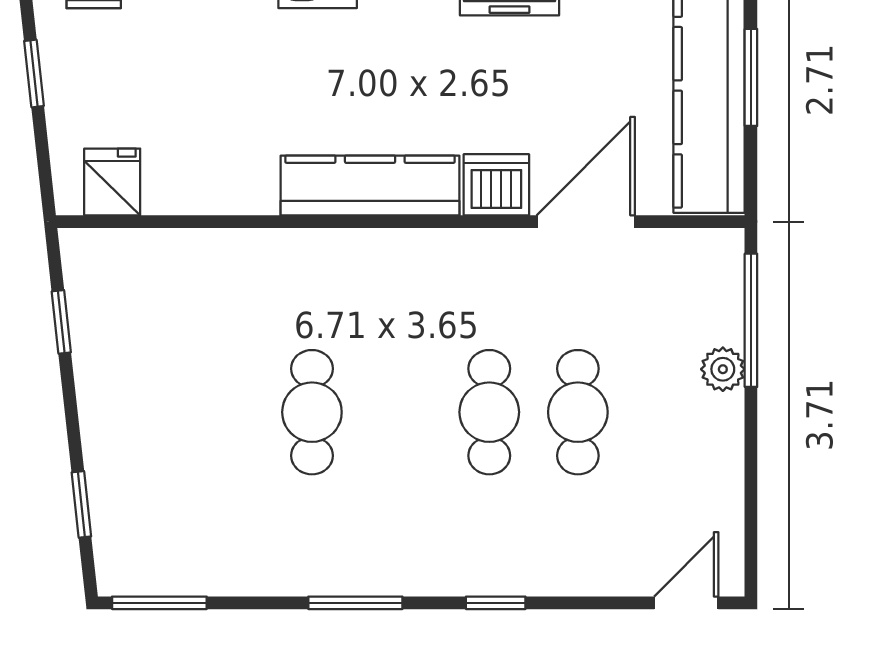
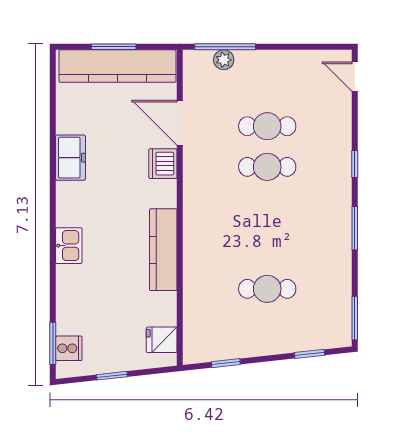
kitchen counter: (370, 185) -> (163, 250), moved
plant: (723, 369) -> (224, 60), moved
cafe table: (312, 412) -> (267, 289), moved

